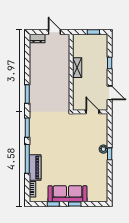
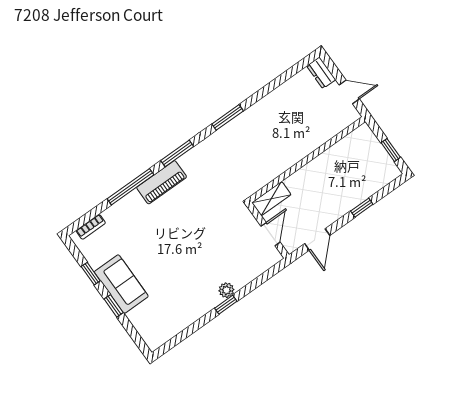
door: (54, 32) -> (349, 92), hinge flipped
shelving: (77, 68) -> (271, 199), moved
piano: (35, 168) -> (162, 182), moved
sofa: (68, 194) -> (121, 284), width x0.73

